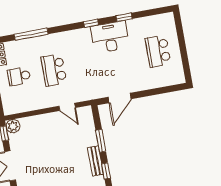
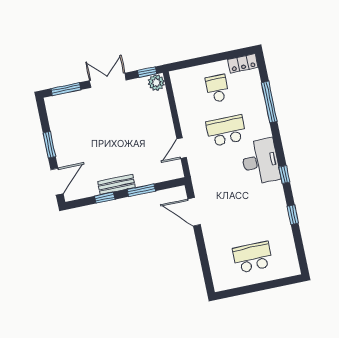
desk: (110, 37) -> (260, 161), moved

